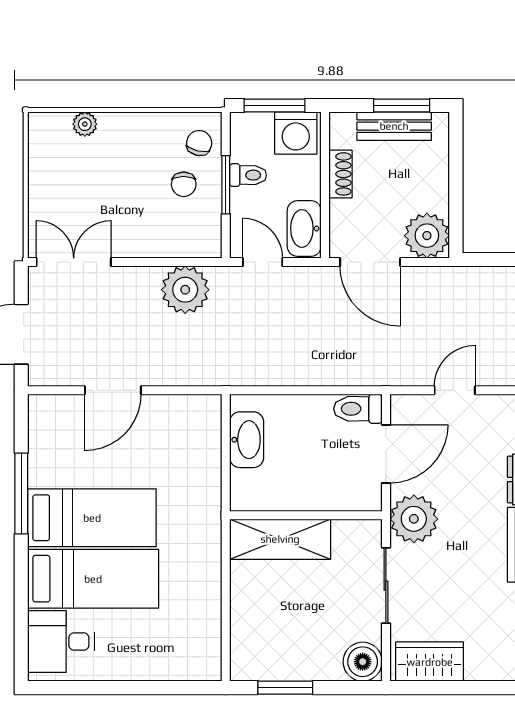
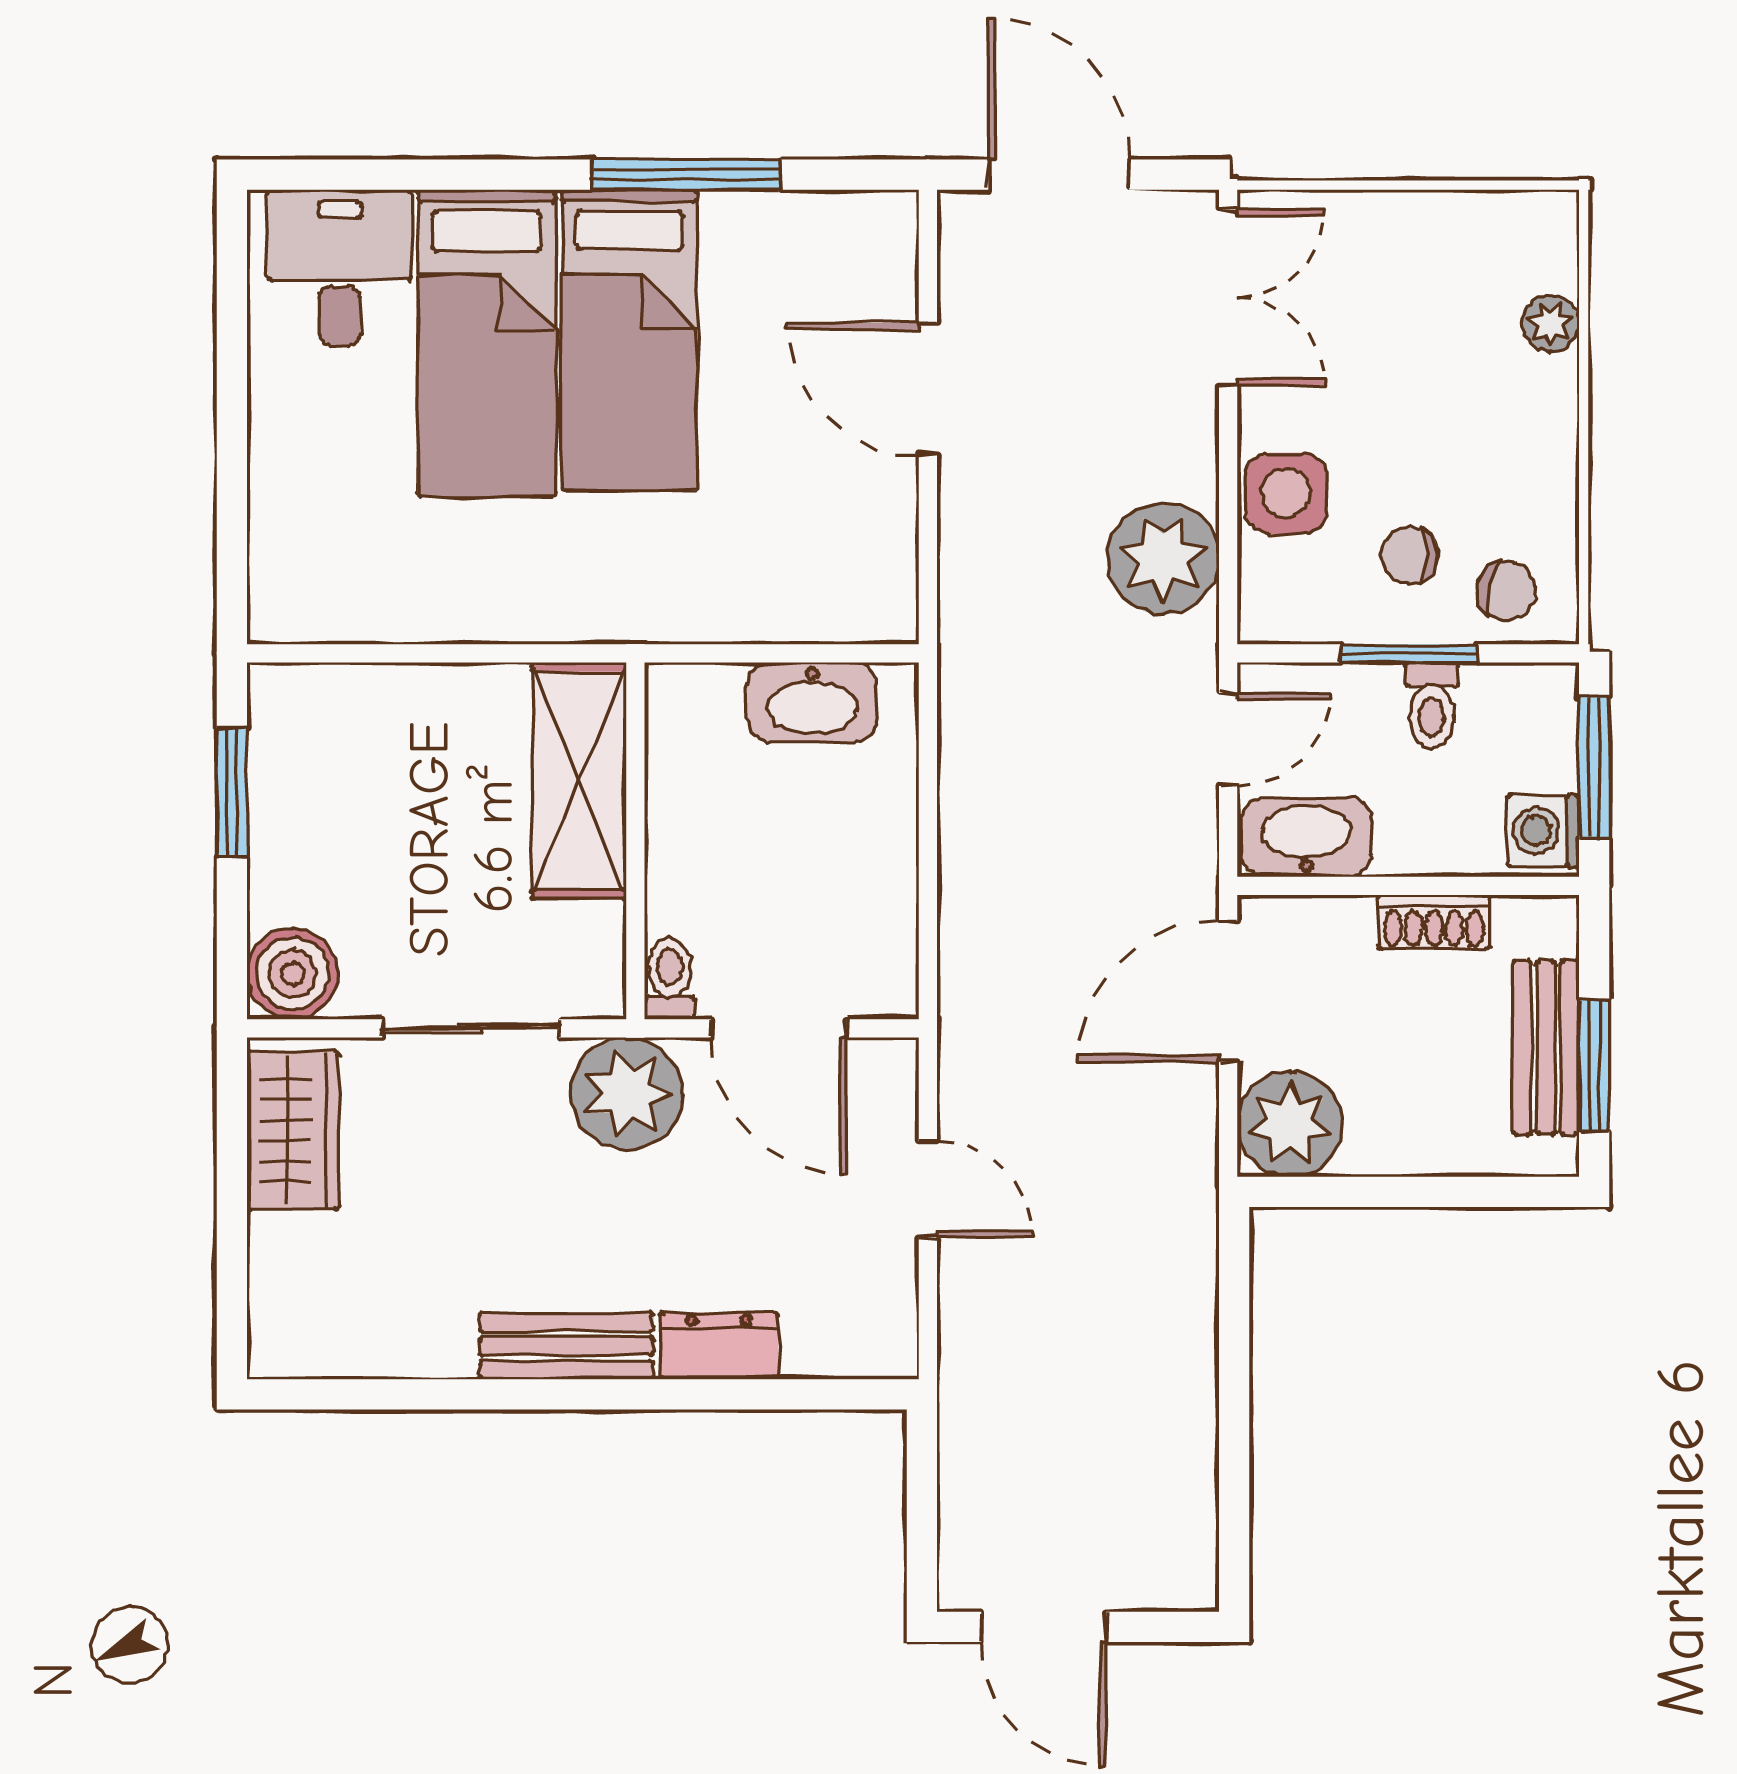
washing machine: (296, 133) -> (1543, 831), width x0.73, depth x0.73
side table: (157, 237) -> (1286, 493), added
toilet: (358, 409) -> (670, 978), moved, width x0.73, depth x0.72

